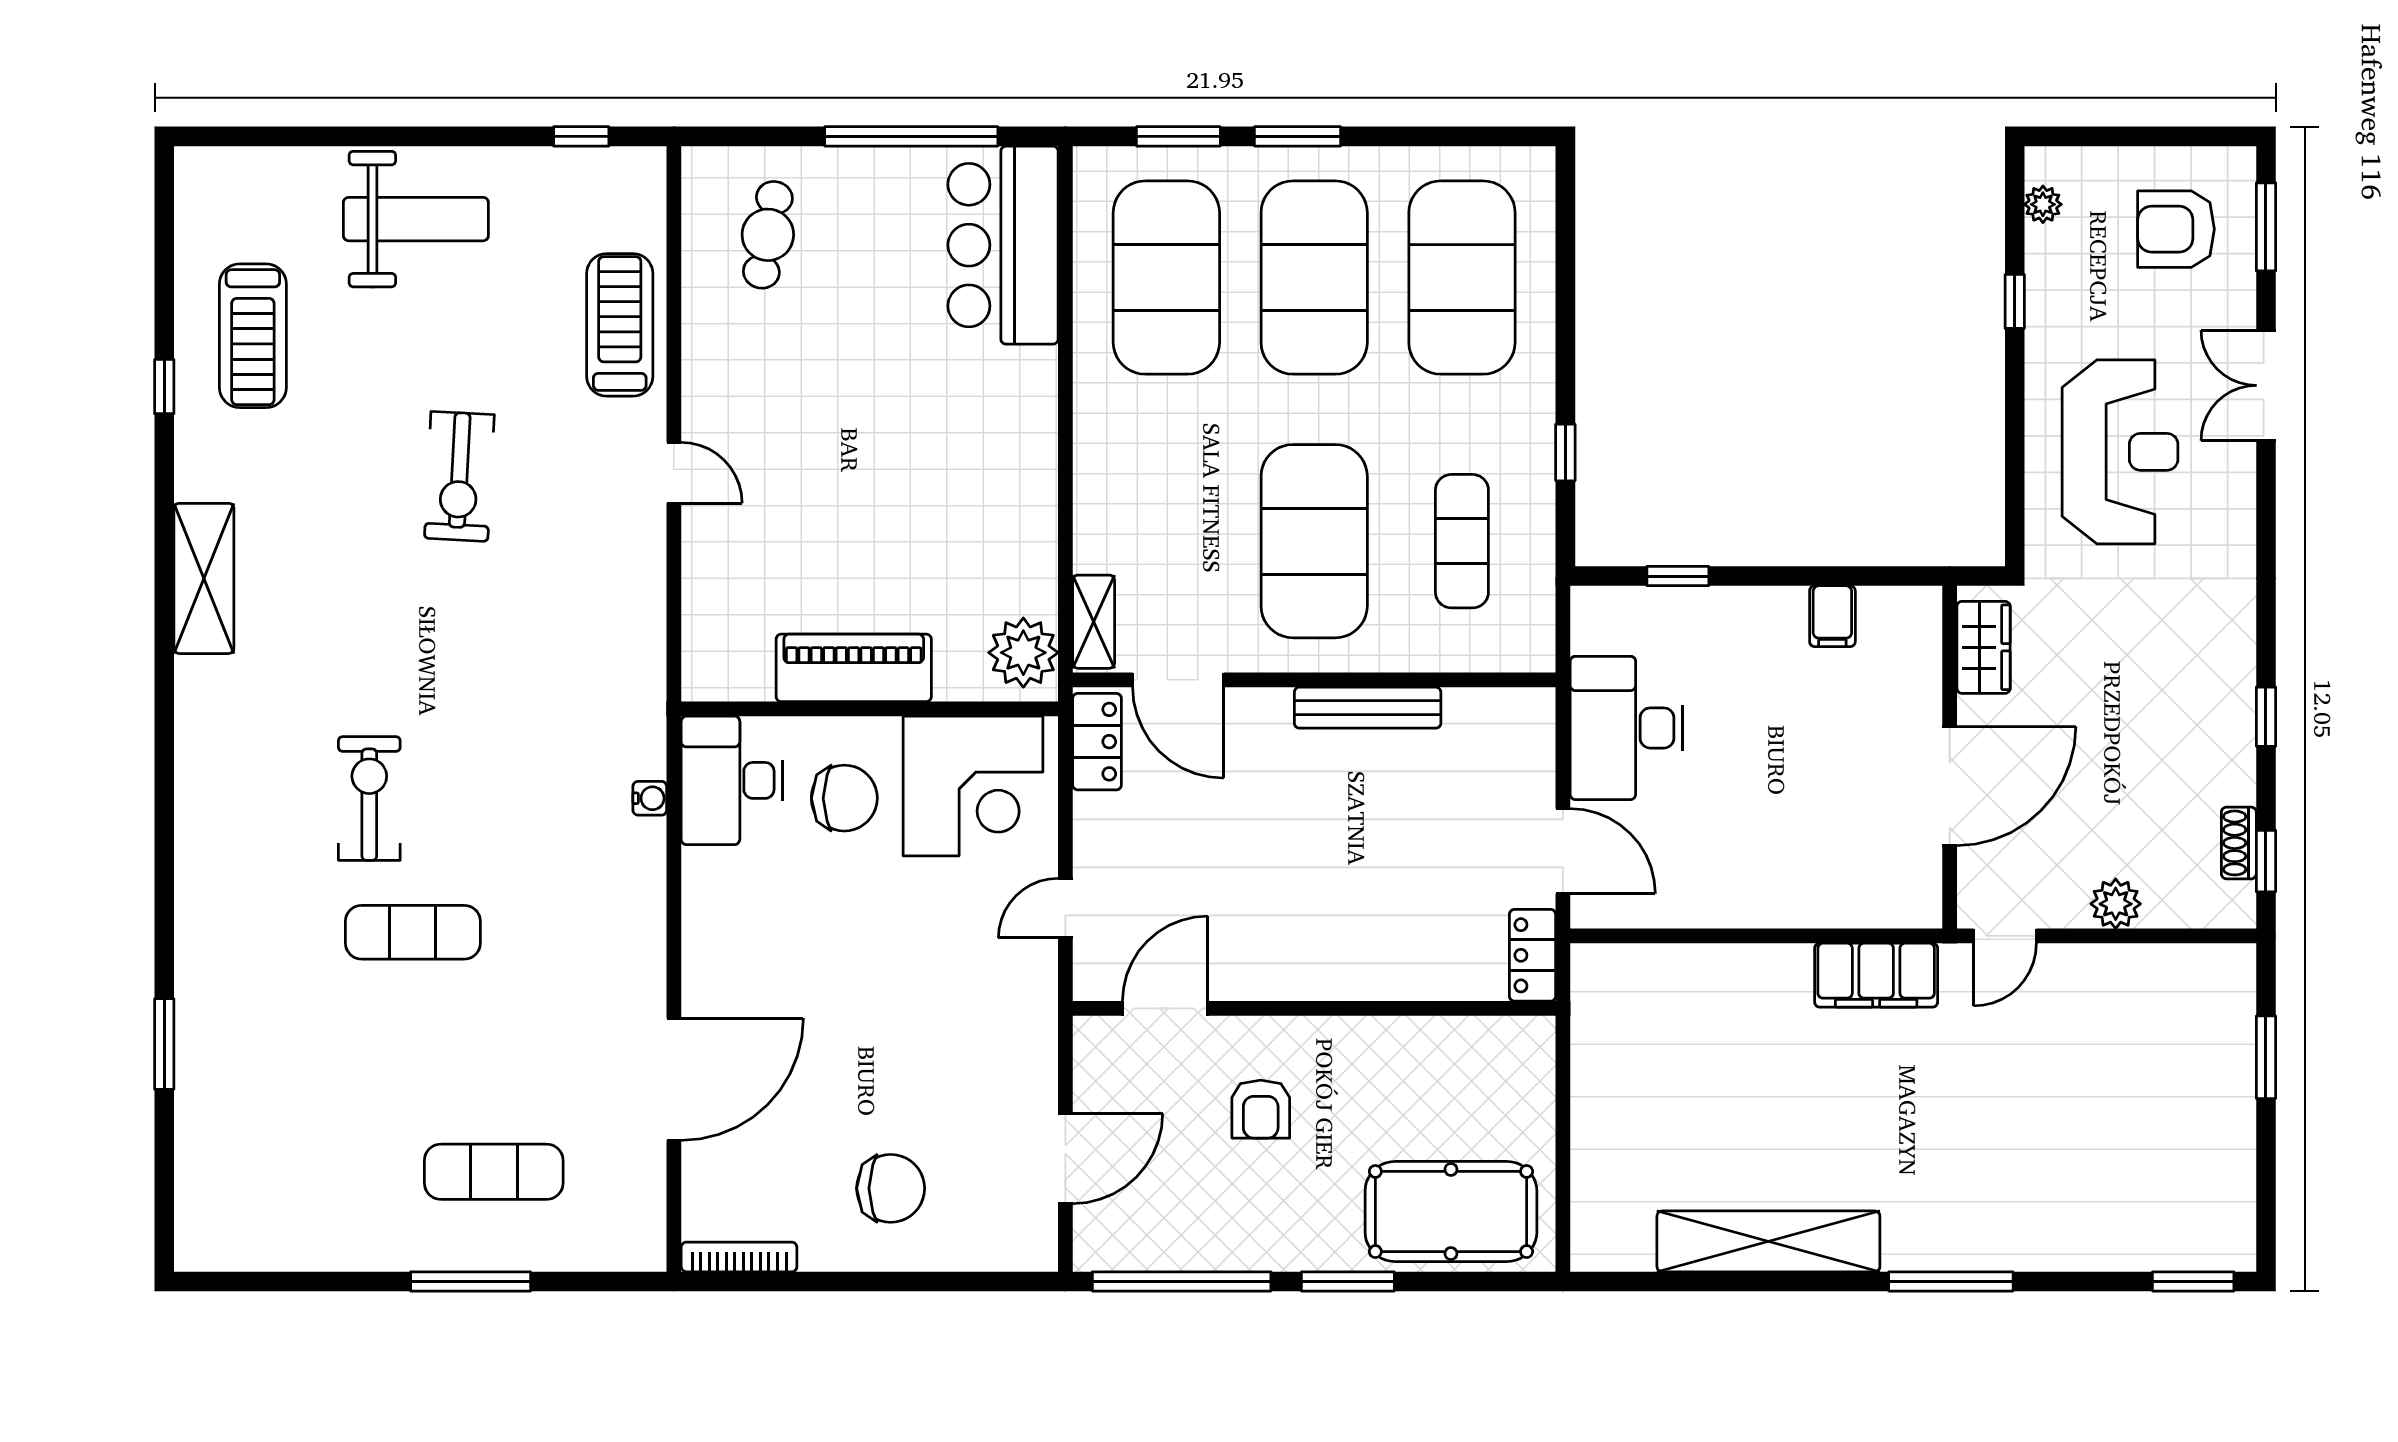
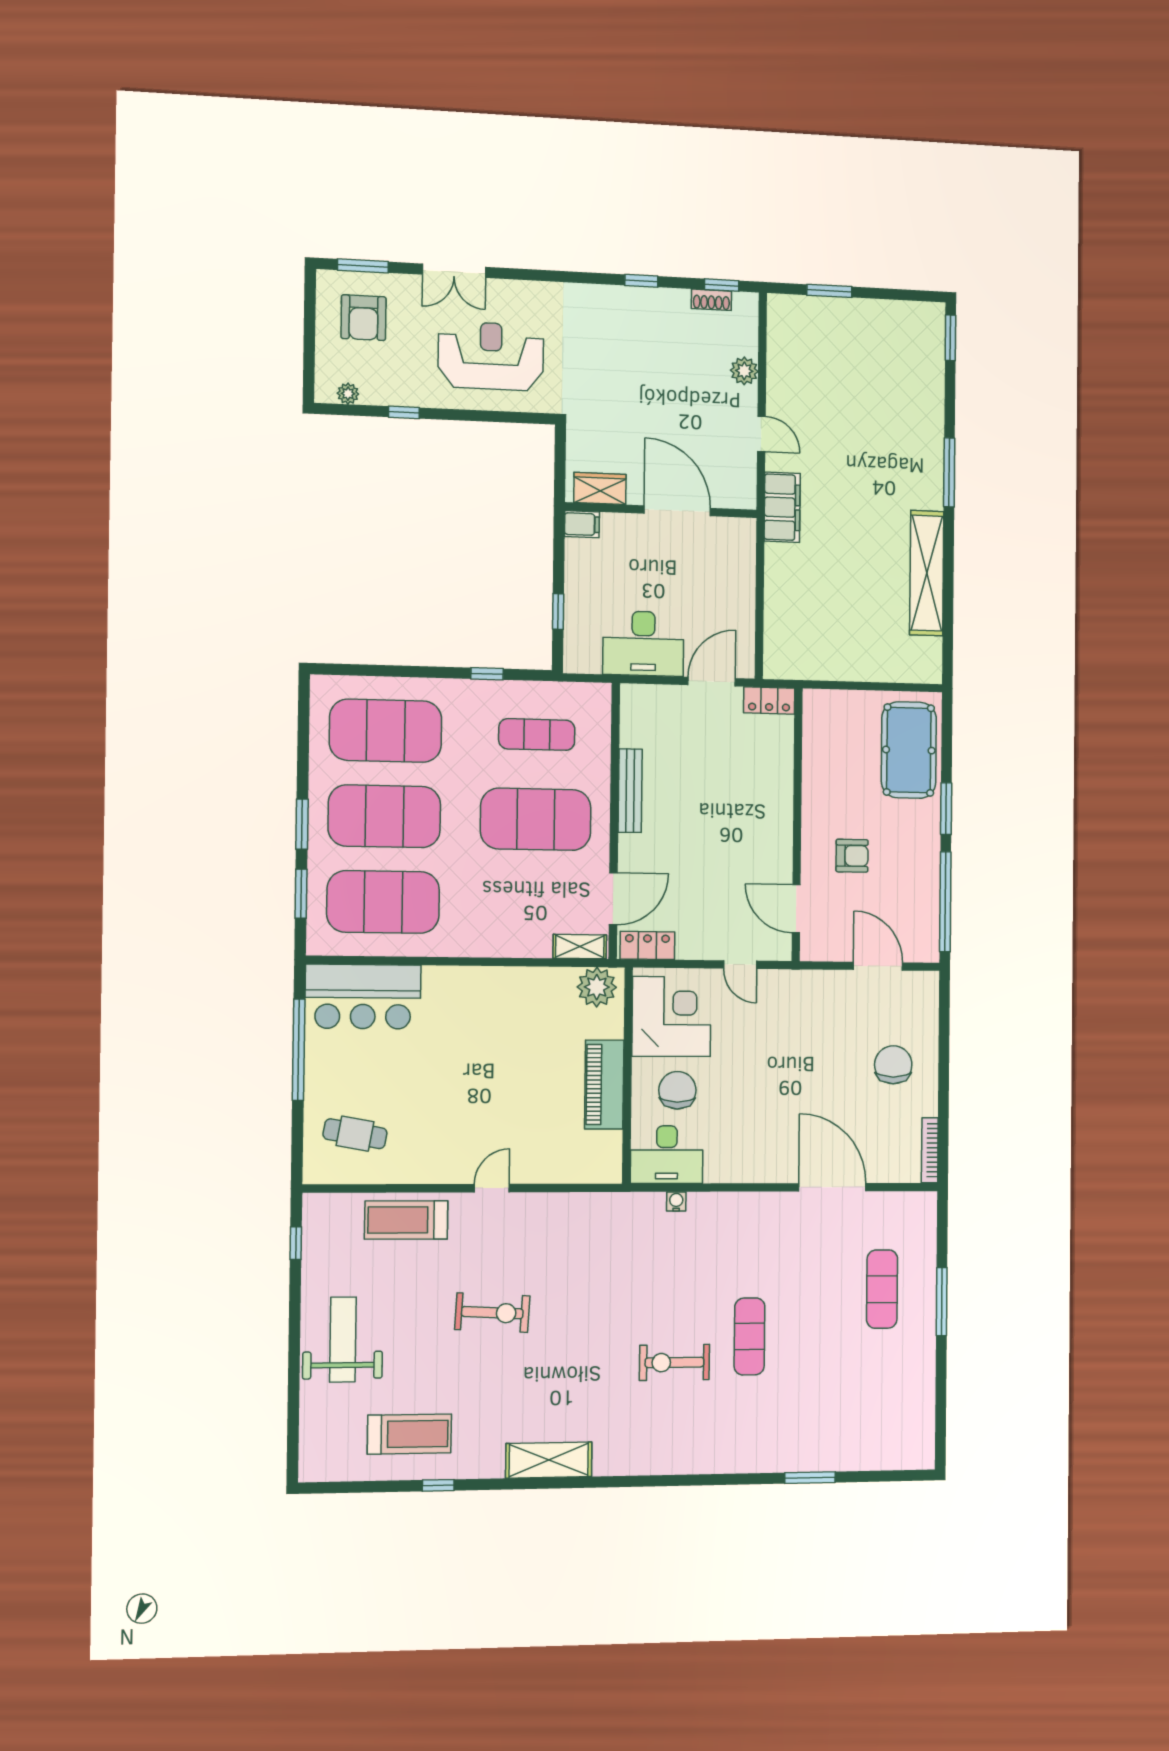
wardrobe: (1983, 647) -> (600, 488), moved
wall: (1950, 757) -> (661, 510), moved
door: (1950, 786) -> (677, 511), moved

